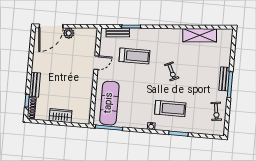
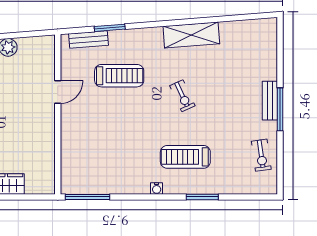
shelving: (200, 35) -> (191, 35), moved
exercise mat: (109, 103) -> (85, 157), removed
treadmill: (170, 109) -> (185, 157), turned 180

